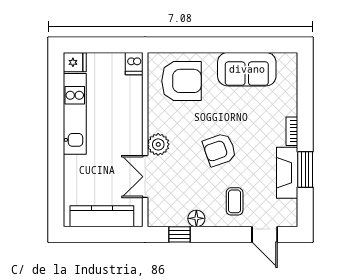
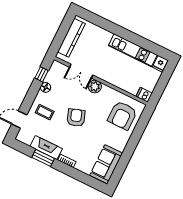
sofa: (247, 69) -> (106, 164), moved
double door: (145, 177) -> (81, 71), swing flipped

